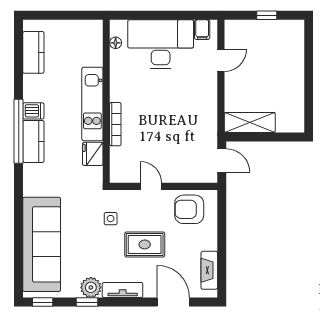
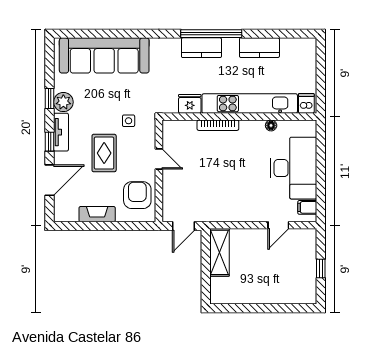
floor lamp: (116, 43) -> (271, 125), moved
kitchen counter: (33, 52) -> (259, 48), moved
door: (221, 60) -> (278, 225), hinge flipped
kitchen unit: (92, 104) -> (250, 104), width x1.36
dishwasher: (33, 111) -> (306, 103), moved, turned 180
door: (151, 186) -> (159, 159), hinge flipped
fireplace: (209, 270) -> (97, 214), moved
window: (43, 302) -> (50, 142), moved

